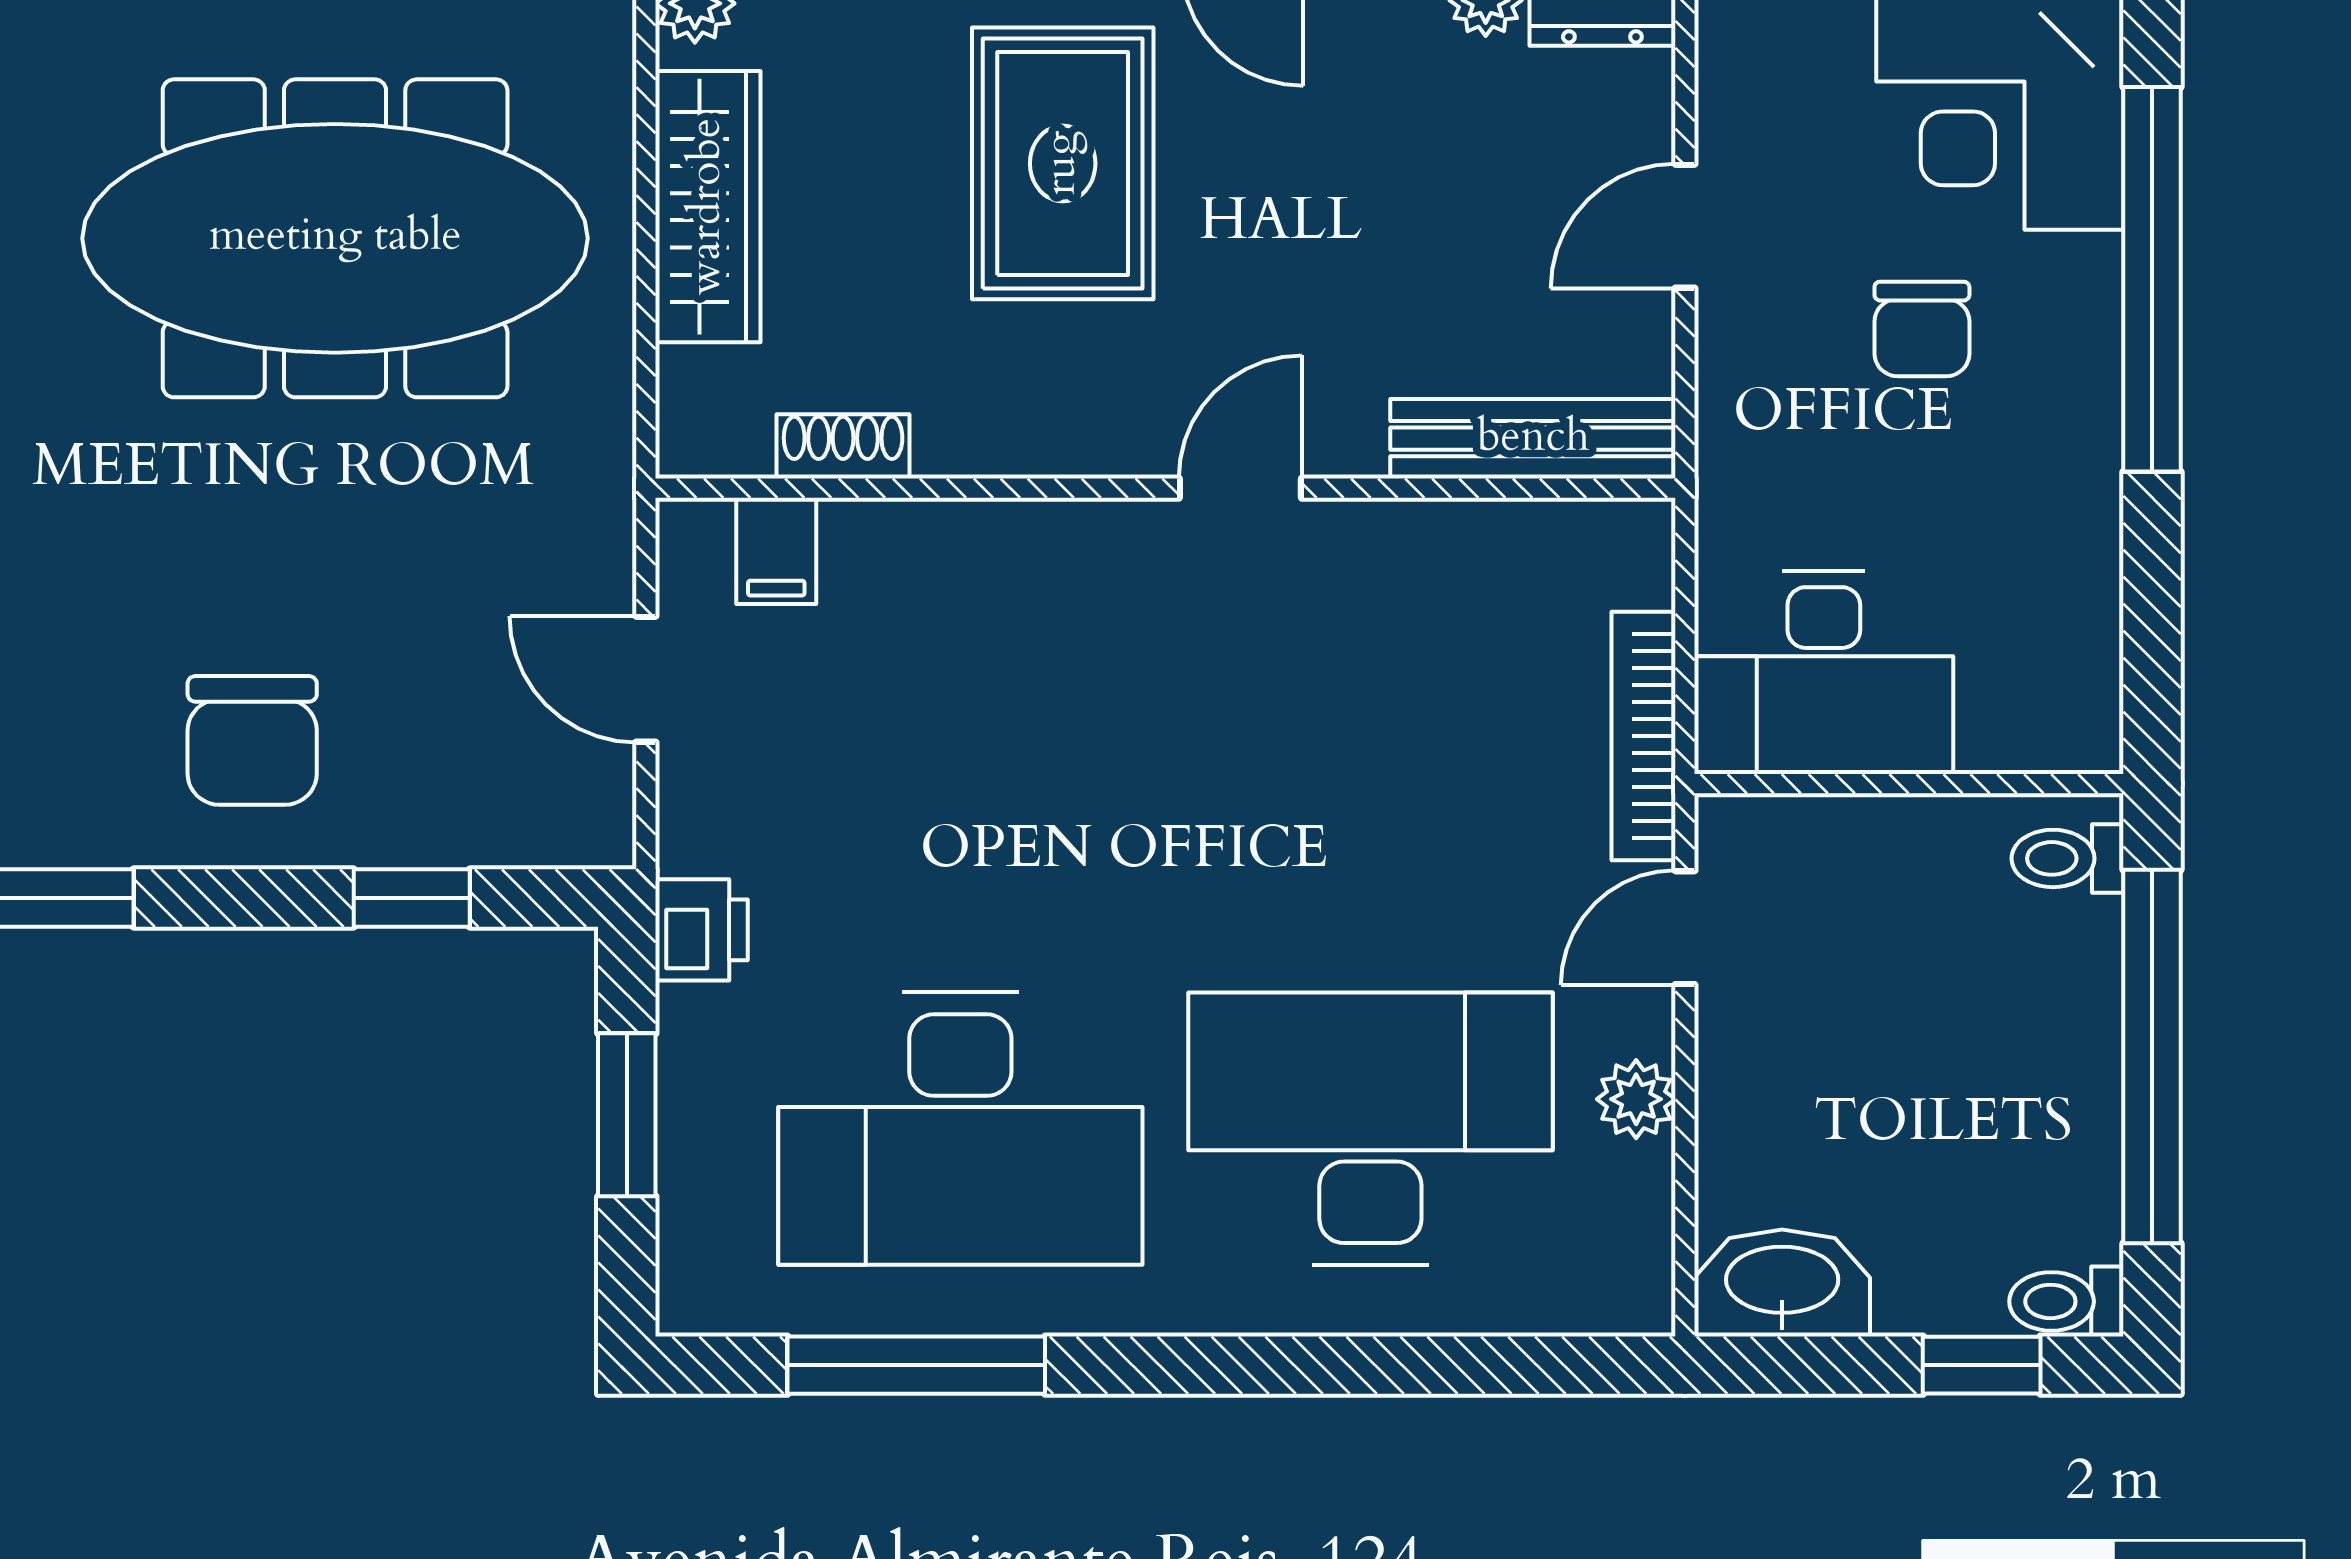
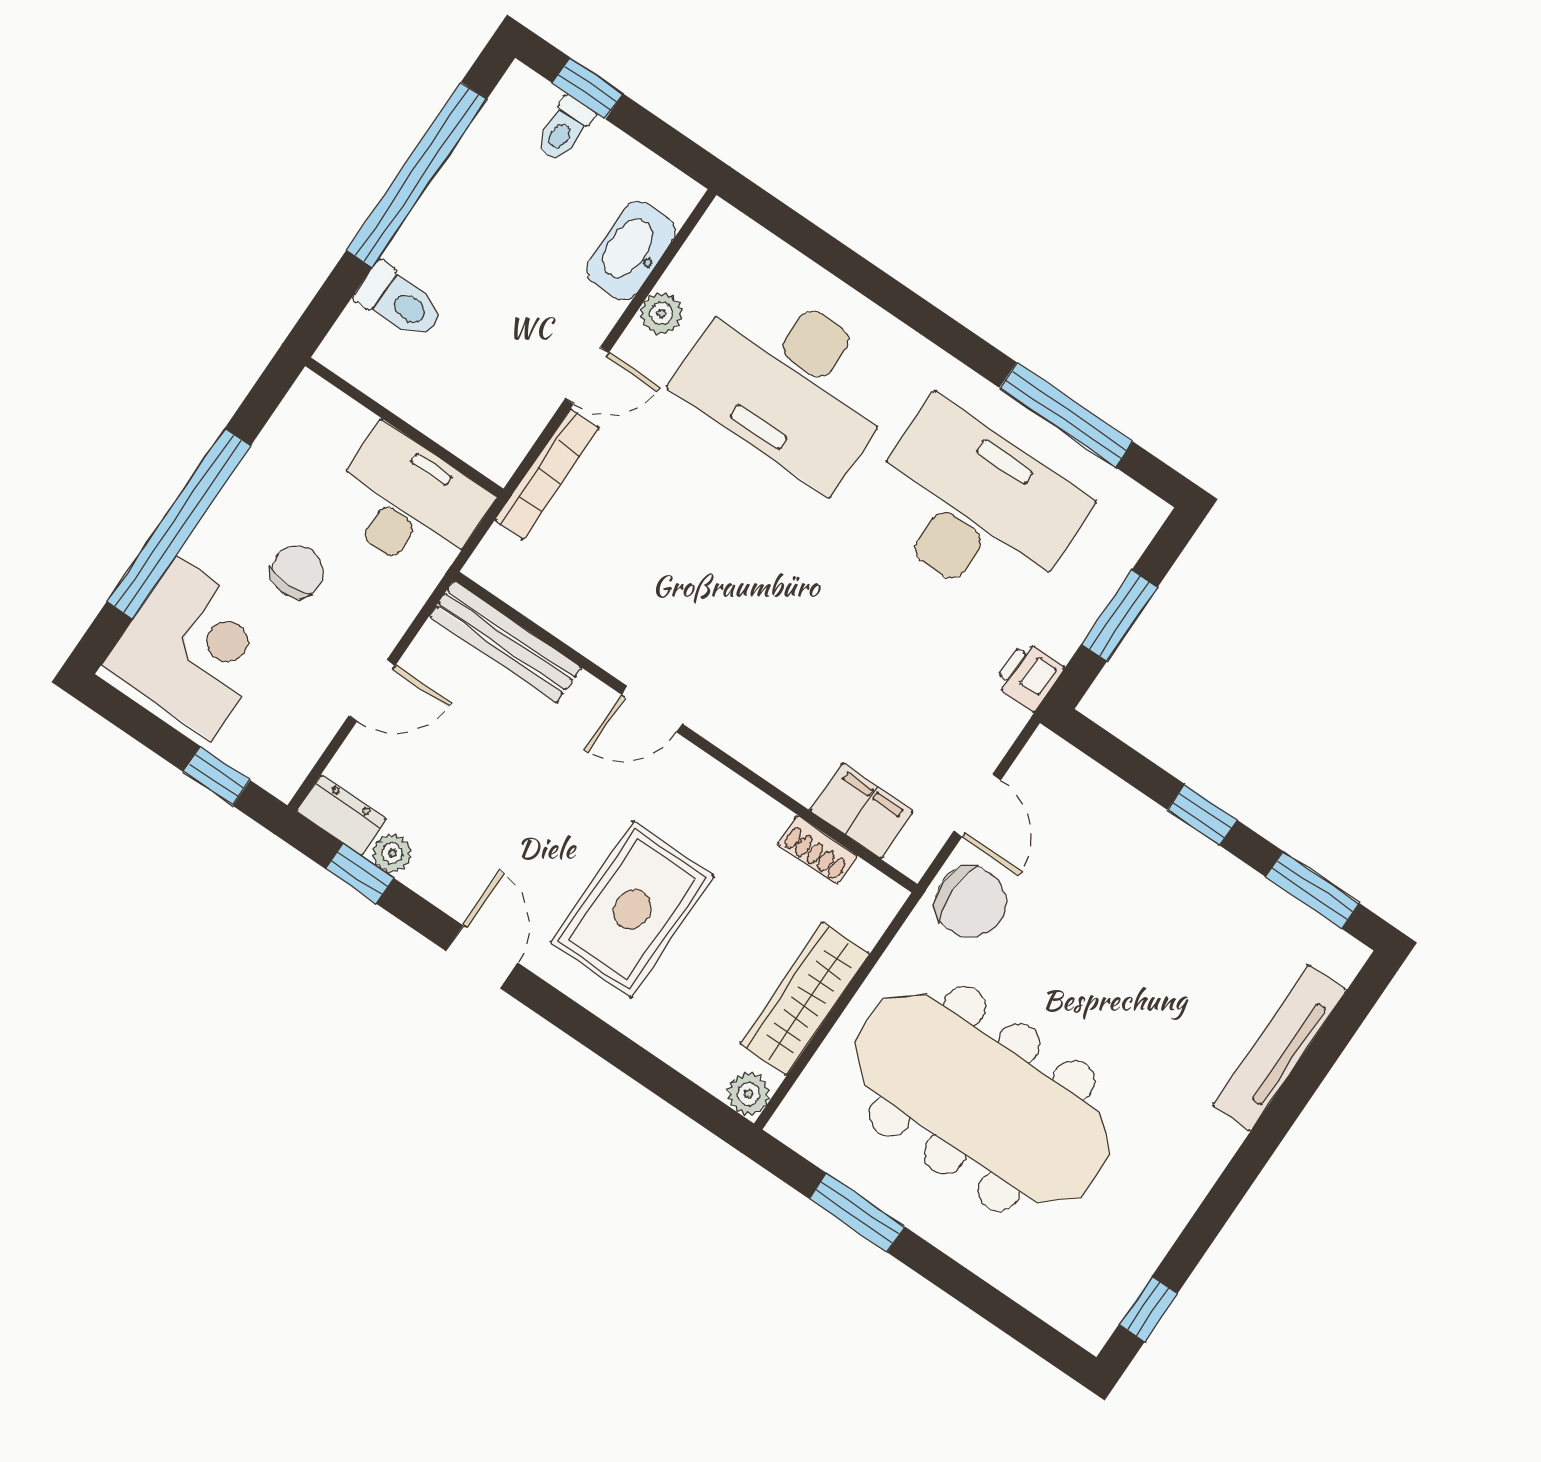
filing cabinet: (776, 551) -> (862, 811), width x2.00
desk: (1824, 672) -> (408, 503), moved
chair: (252, 740) -> (971, 902), moved, turned 90
wall: (1909, 784) -> (404, 427), moved
toilet: (2067, 858) -> (400, 302), width x1.37, depth x1.39
window: (412, 898) -> (1202, 815), moved
washbasin: (1782, 1283) -> (631, 251), moved, turned 90
toilet: (2066, 1301) -> (565, 129), moved, turned 90

